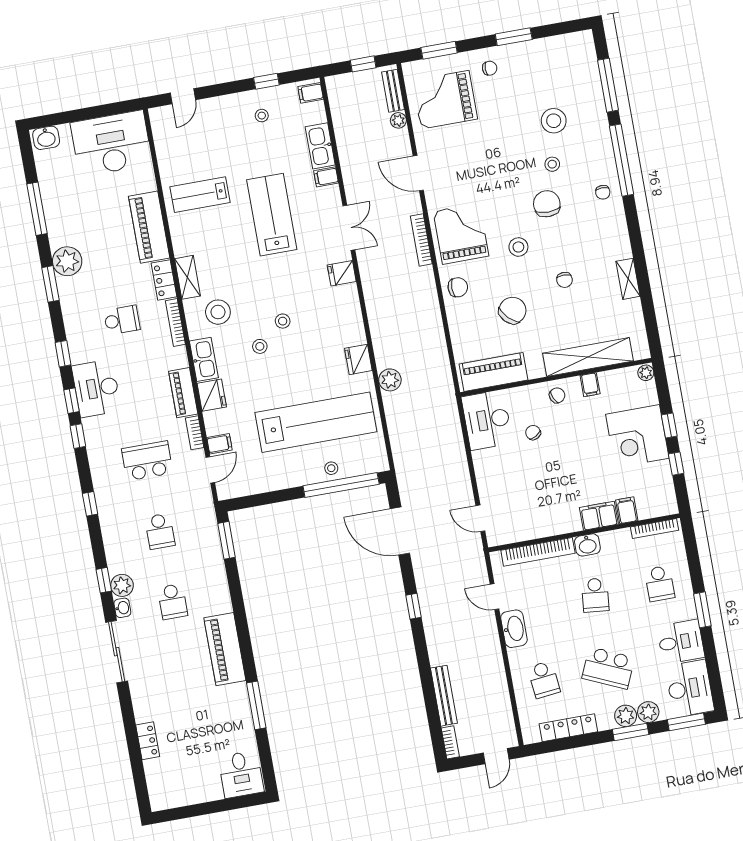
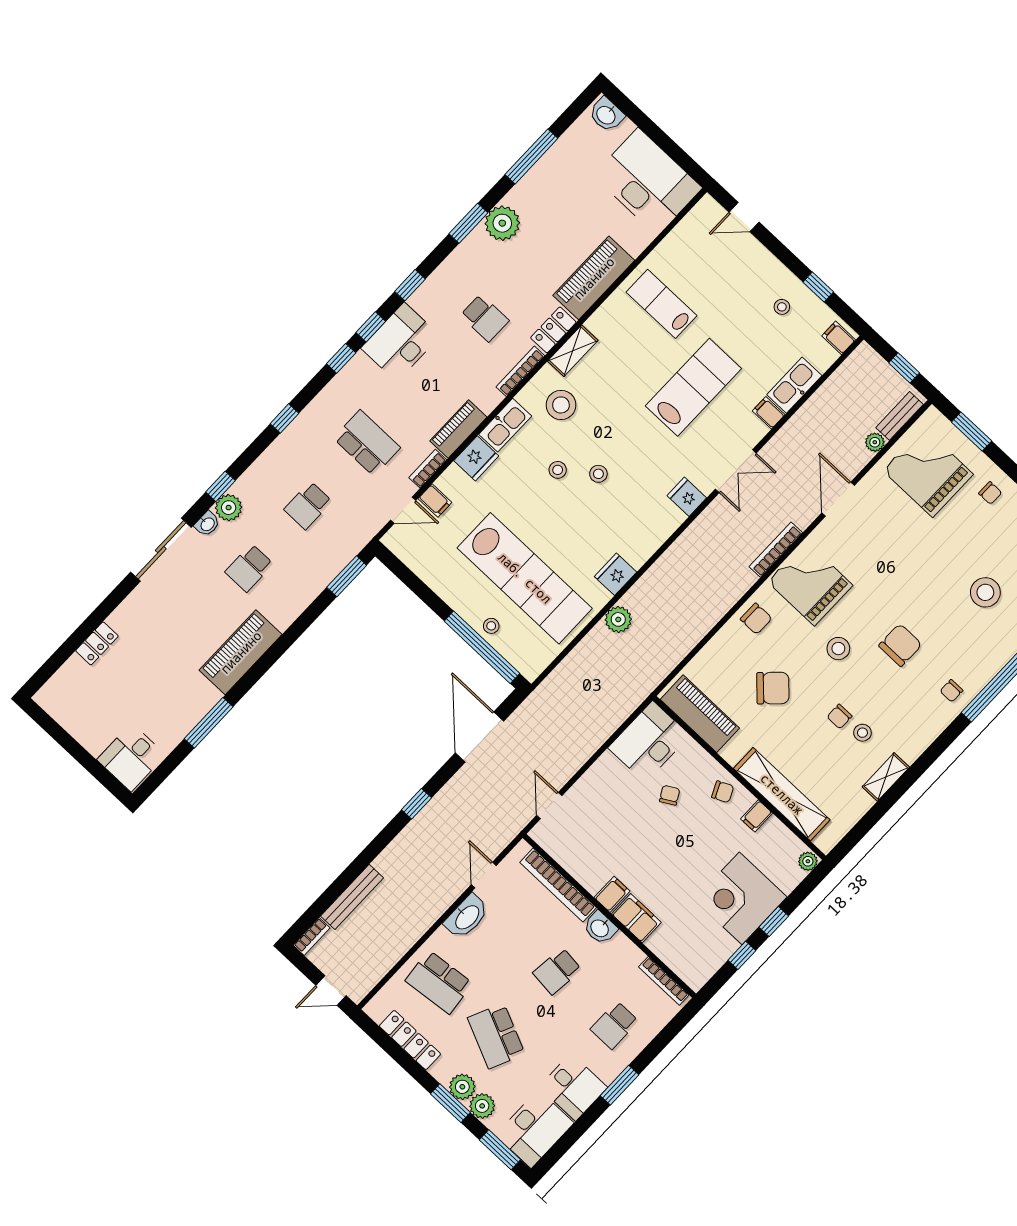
stool: (552, 164) -> (862, 733), moved
grand piano: (461, 234) -> (810, 583), turned -90
filing cabinet: (627, 510) -> (612, 894), moved
school desk: (544, 680) -> (439, 982), width x1.85

